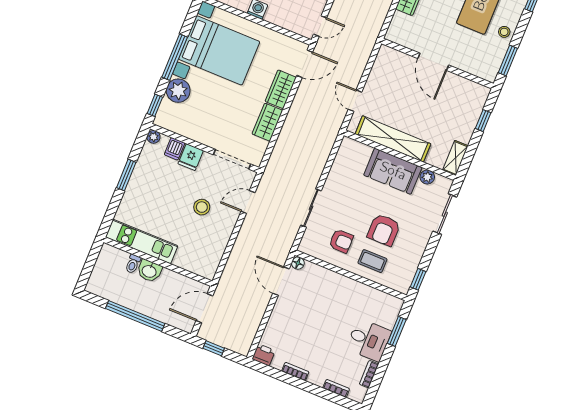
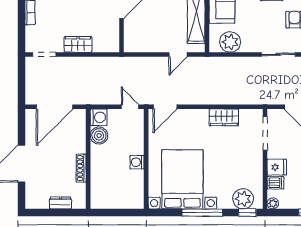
door: (305, 64) -> (165, 107), swing flipped
wardrobe: (281, 89) -> (193, 118), removed
plant: (178, 91) -> (243, 199), moved
plant: (346, 162) -> (230, 42), added

